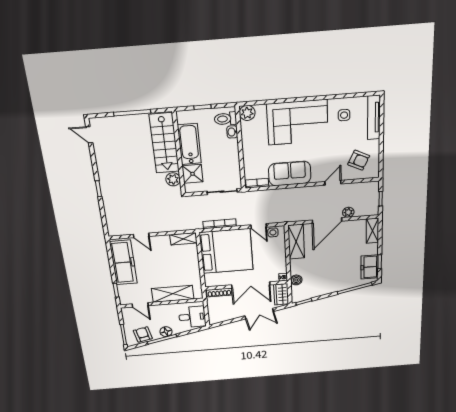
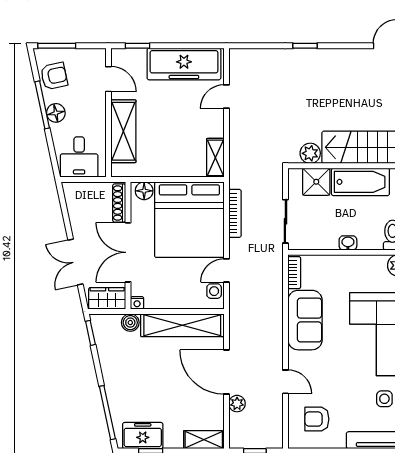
washbasin: (232, 132) -> (348, 243), moved
armchair: (359, 160) -> (317, 419), turned 64
shelving: (296, 242) -> (182, 325), width x1.47
floor lamp: (210, 279) -> (144, 191), added
door: (140, 305) -> (108, 79), swing flipped

